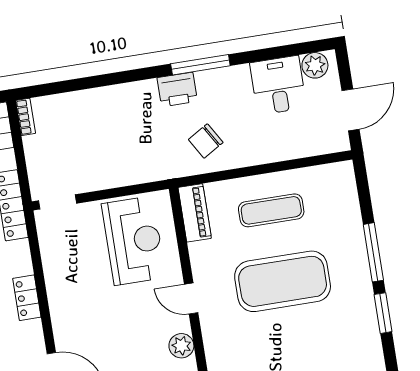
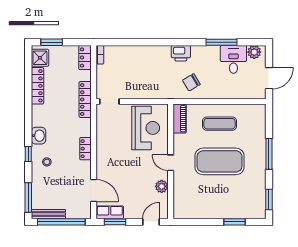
window: (200, 65) -> (221, 42), moved
window: (383, 313) -> (269, 199), moved

